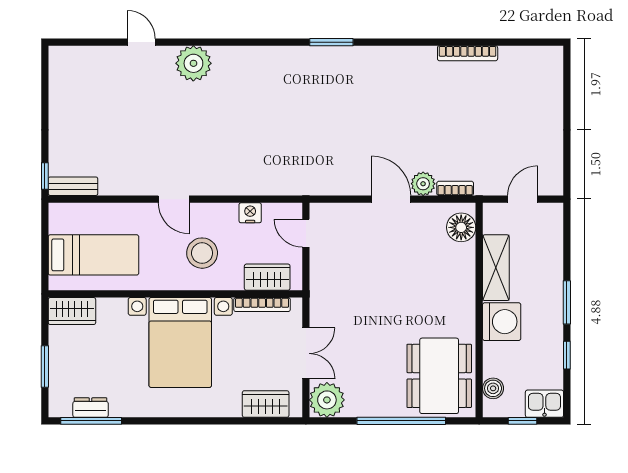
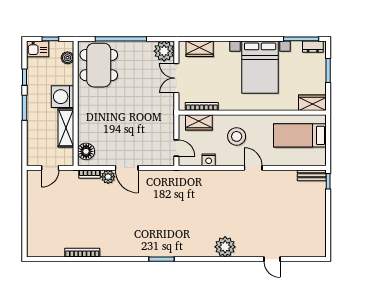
plant: (193, 63) -> (225, 247), moved
bed with nightstands: (180, 342) -> (260, 67), moved, turned 180
dresser: (91, 408) -> (313, 47), moved

